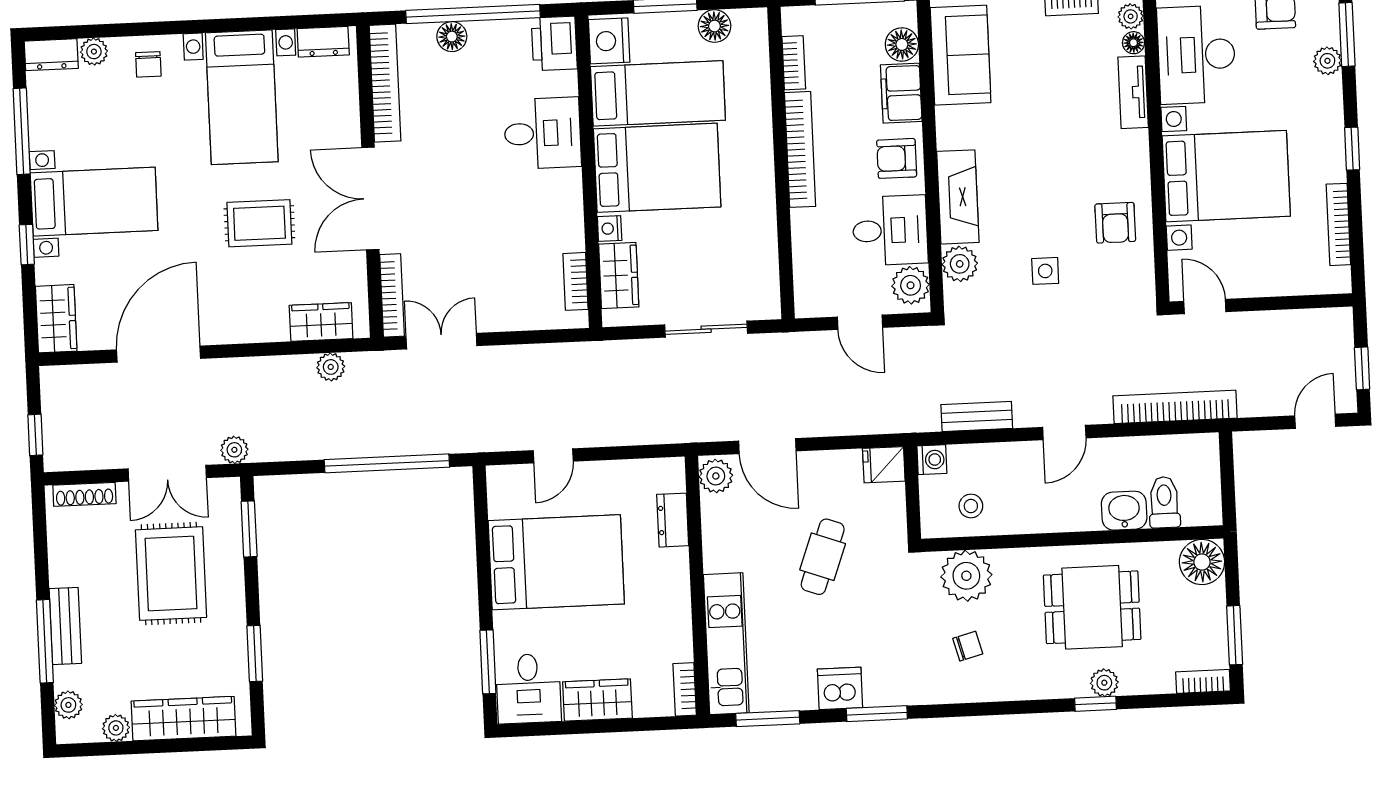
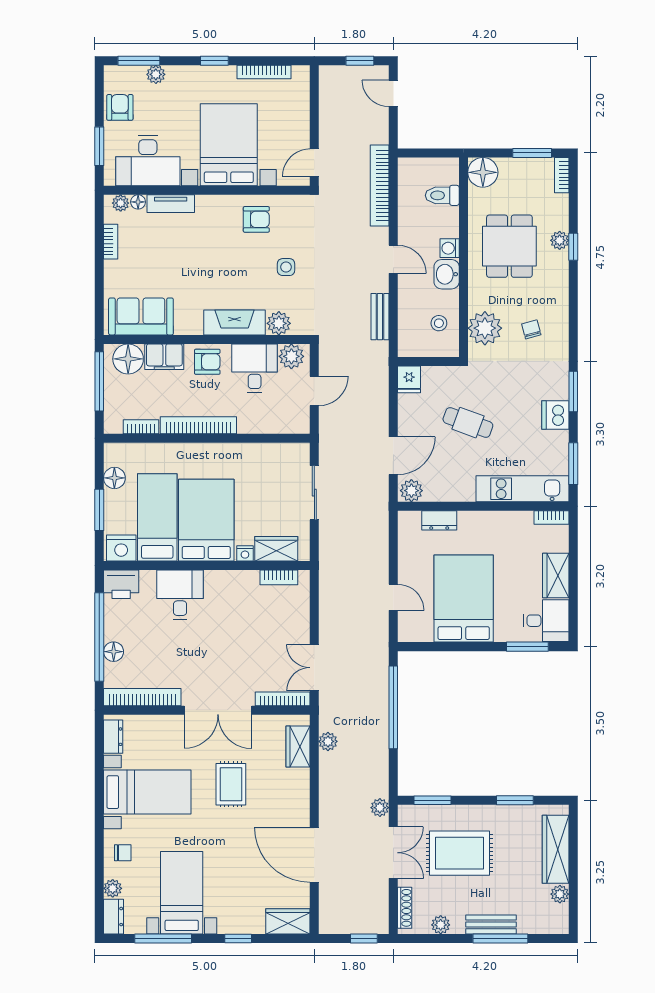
floor lamp: (902, 44) -> (128, 359), width x1.38, depth x1.38
armchair: (897, 158) -> (207, 362), turned -90
bed with nightstands: (94, 202) -> (182, 893), moved
washing machine: (932, 460) -> (450, 248), moved, turned -90
washbasin: (1124, 511) -> (447, 274), moved
plant: (68, 705) -> (441, 925), moved

